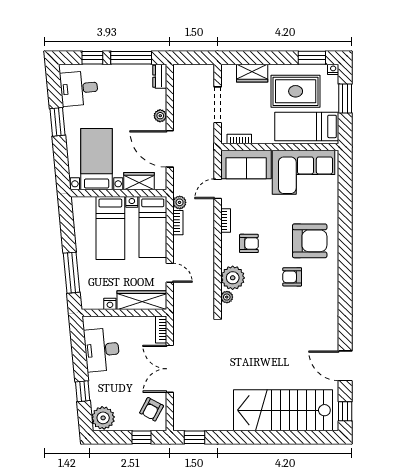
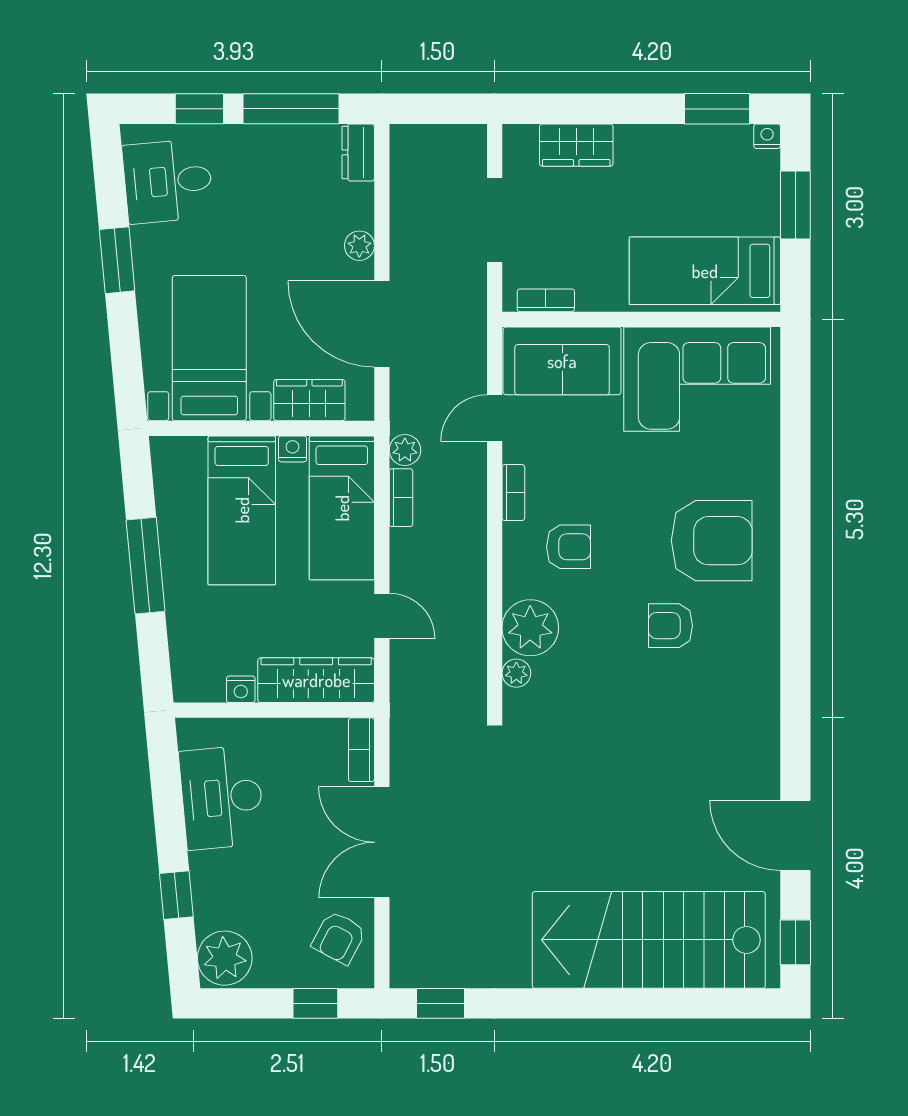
rug: (296, 91) -> (678, 188), removed
window: (72, 273) -> (146, 566), moved

